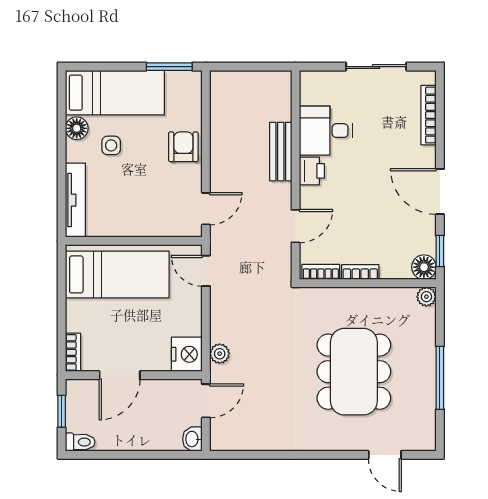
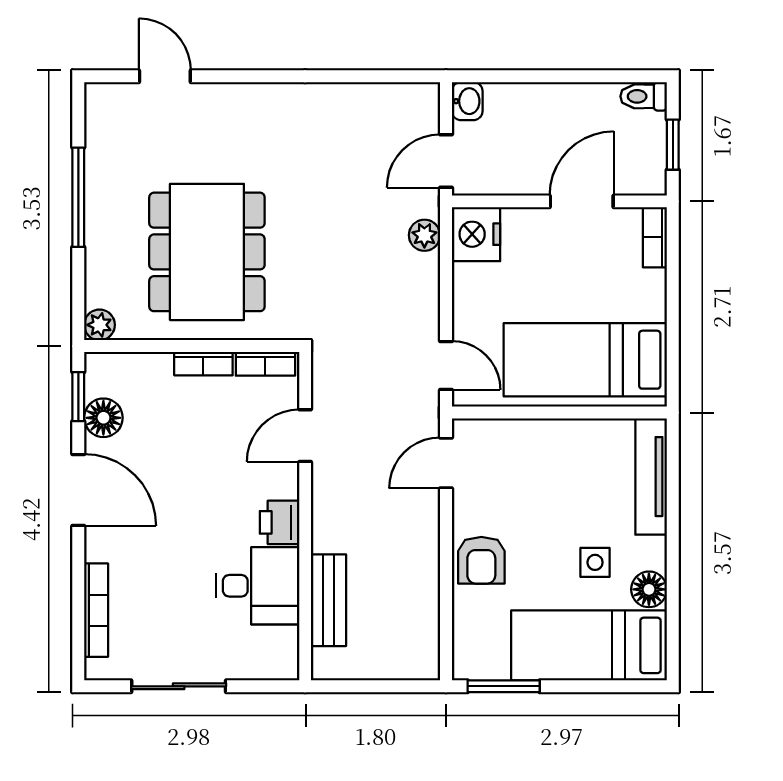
bench: (281, 152) -> (329, 600), moved
floor lamp: (424, 267) -> (103, 418), moved
dining table: (354, 372) -> (207, 252), moved

